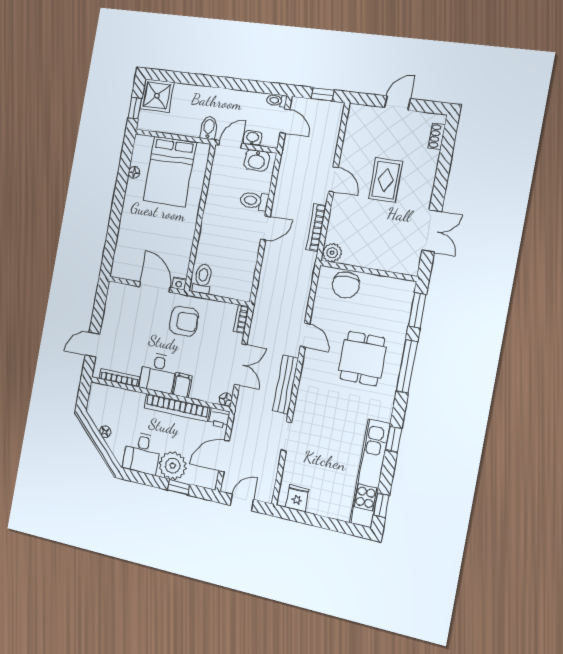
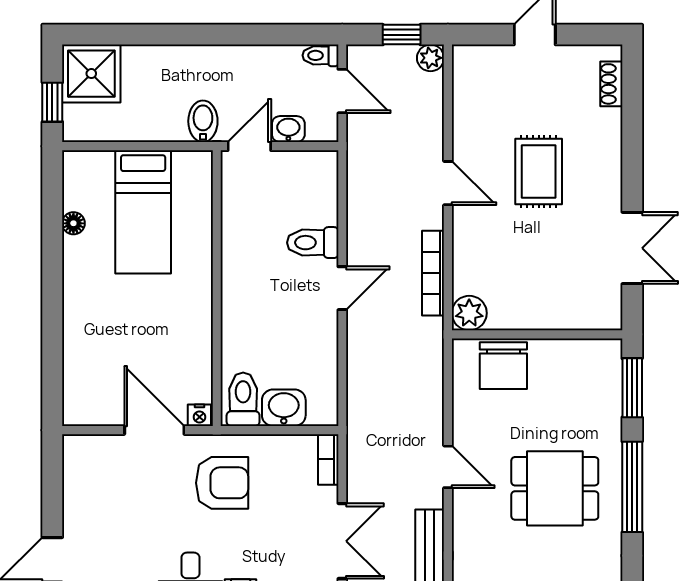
plant: (336, 109) -> (430, 58), added
washbasin: (257, 160) -> (284, 408), moved, turned 180
bed: (170, 172) -> (143, 212), width x0.67
dining table: (362, 359) -> (555, 488), turned 90

